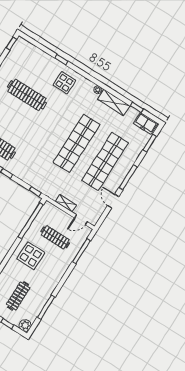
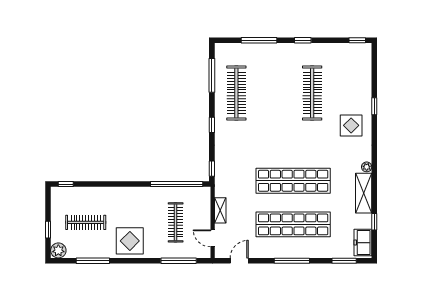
door: (113, 201) -> (239, 261), moved
display table: (31, 256) -> (130, 241), moved

